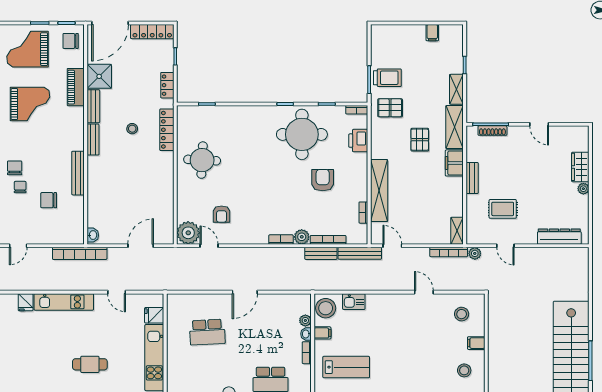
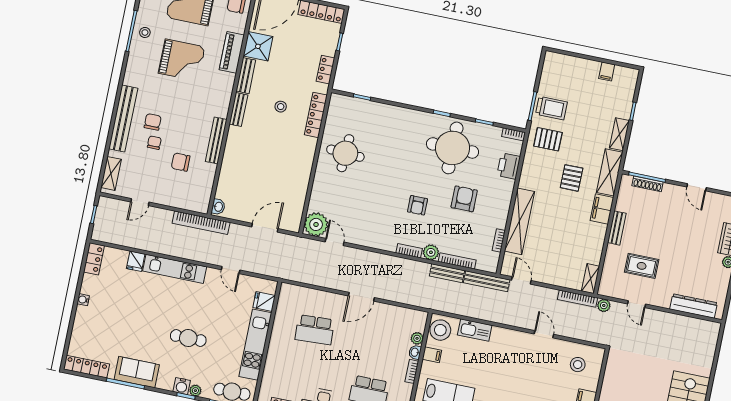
armchair: (221, 214) -> (418, 205), moved
kitchen sink: (354, 302) -> (475, 330), width x1.38

